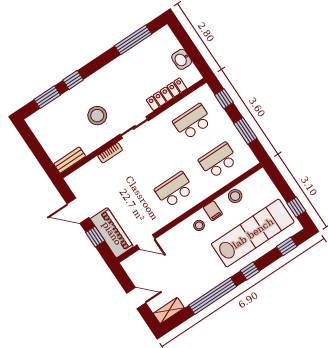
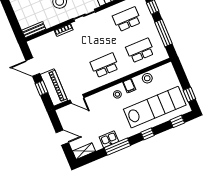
window: (245, 131) -> (164, 33), width x1.44
kitchen sink: (199, 288) -> (109, 139), added
window: (213, 296) -> (117, 147), width x0.68

